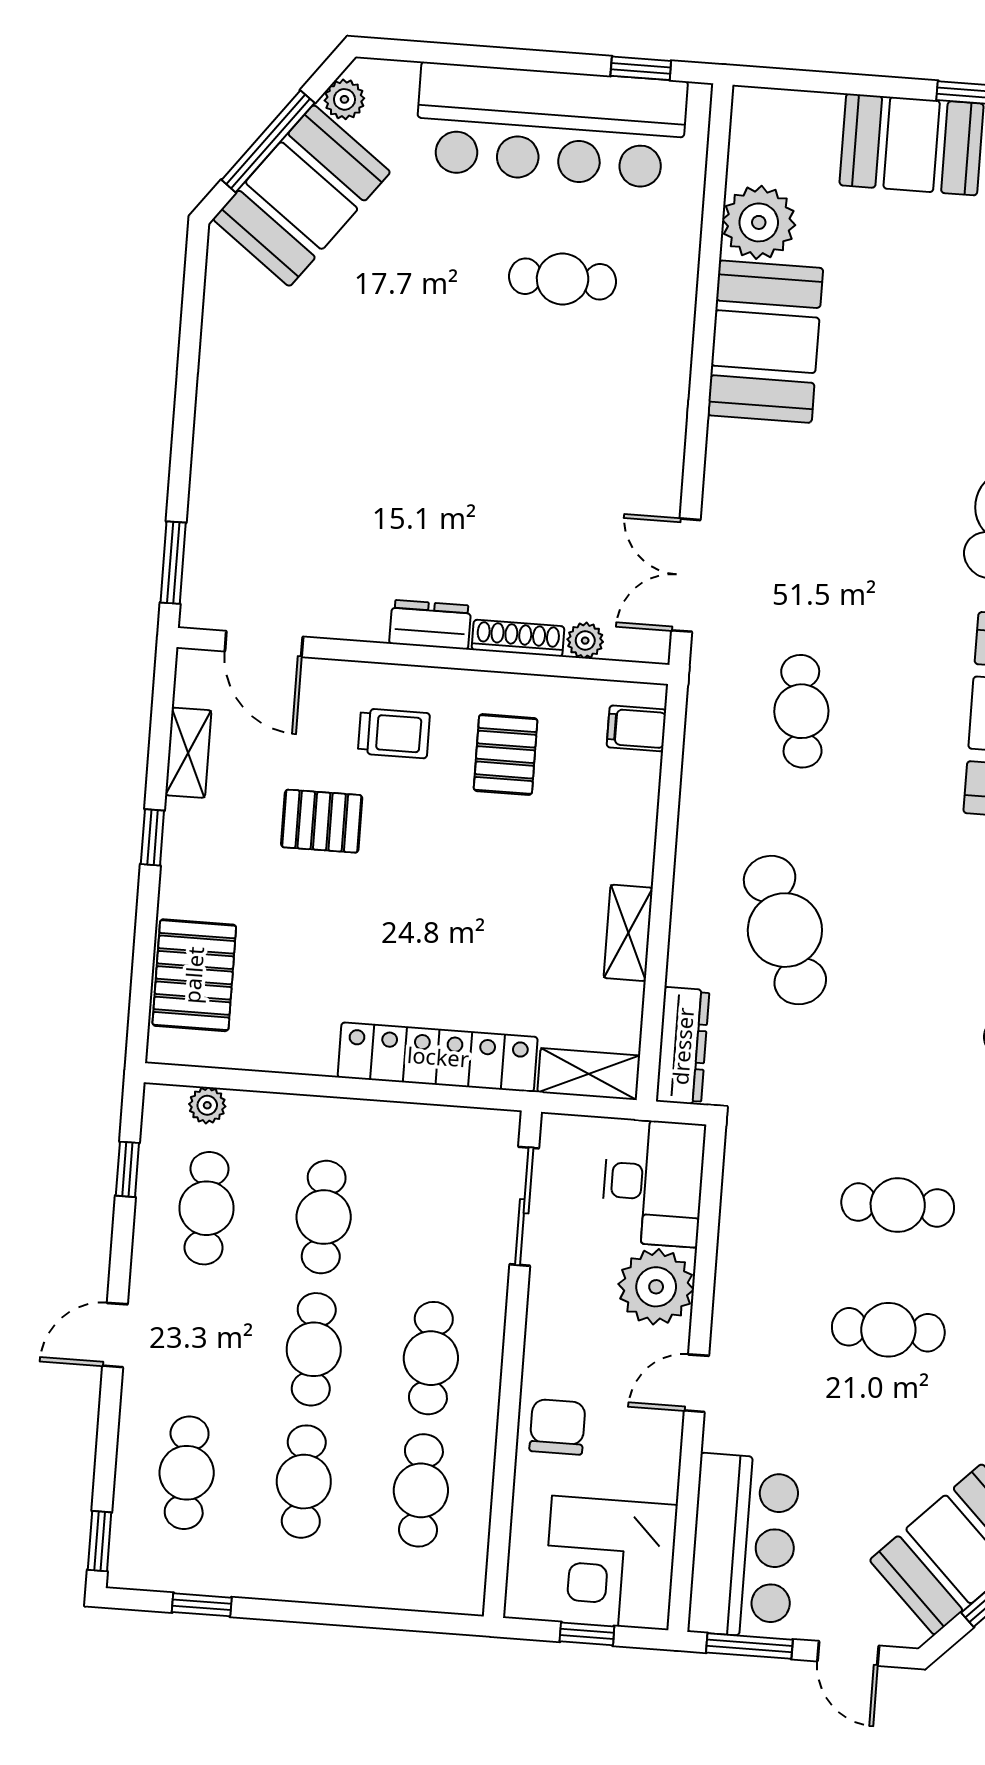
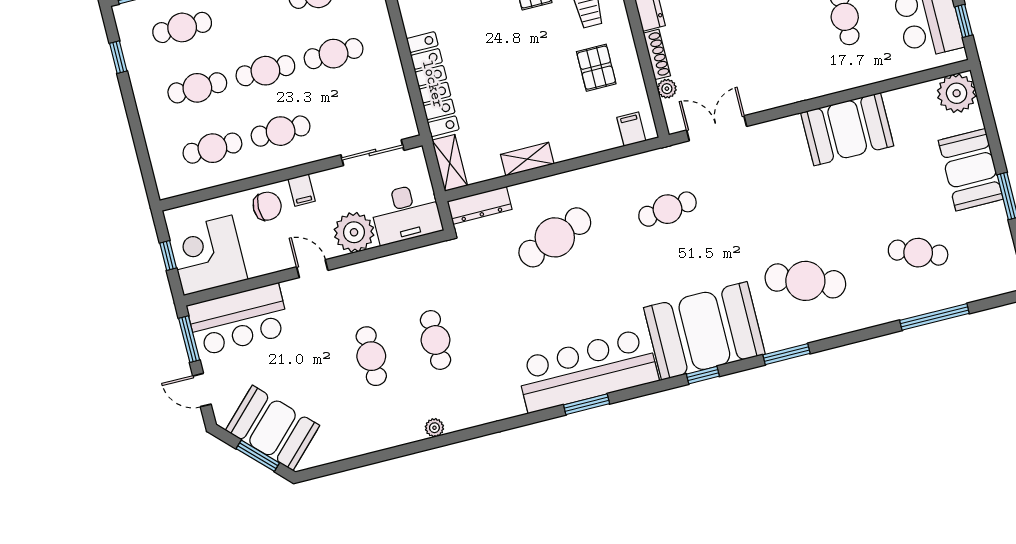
plant: (759, 222) -> (957, 93), moved
pallet: (506, 755) -> (596, 68), turned 90
filing cabinet: (549, 1355) -> (302, 190), added
door: (848, 1653) -> (202, 390), hinge flipped

